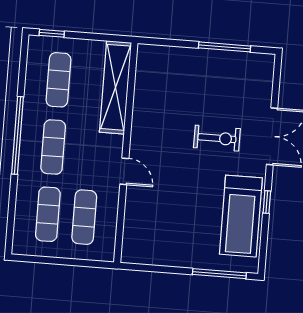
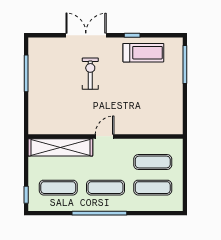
door: (124, 171) -> (105, 136), moved
treadmill: (241, 216) -> (143, 53), width x0.73, depth x0.73

